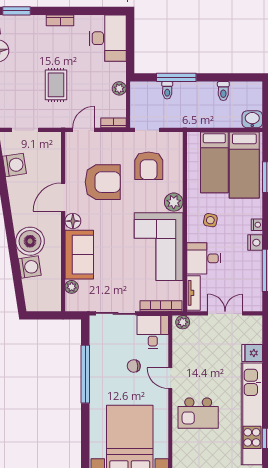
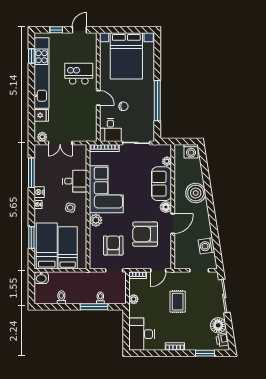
washing machine: (30, 267) -> (191, 151), moved, turned -81
tv unit: (193, 293) -> (82, 157), removed
plant: (183, 322) -> (42, 137), moved

